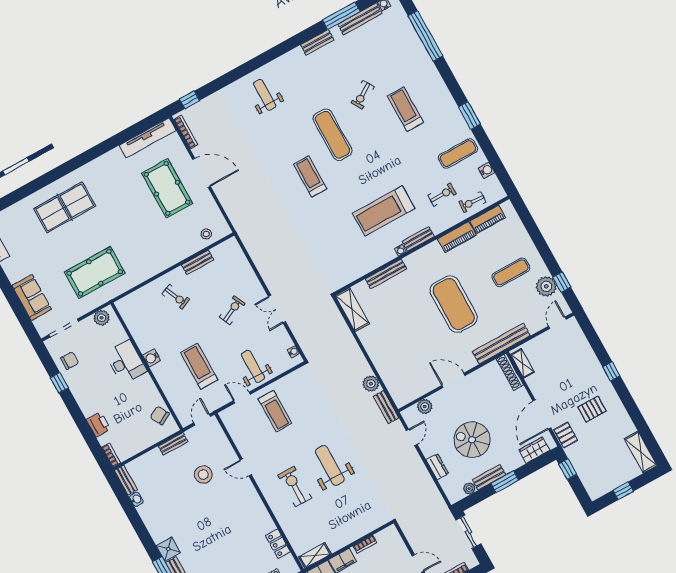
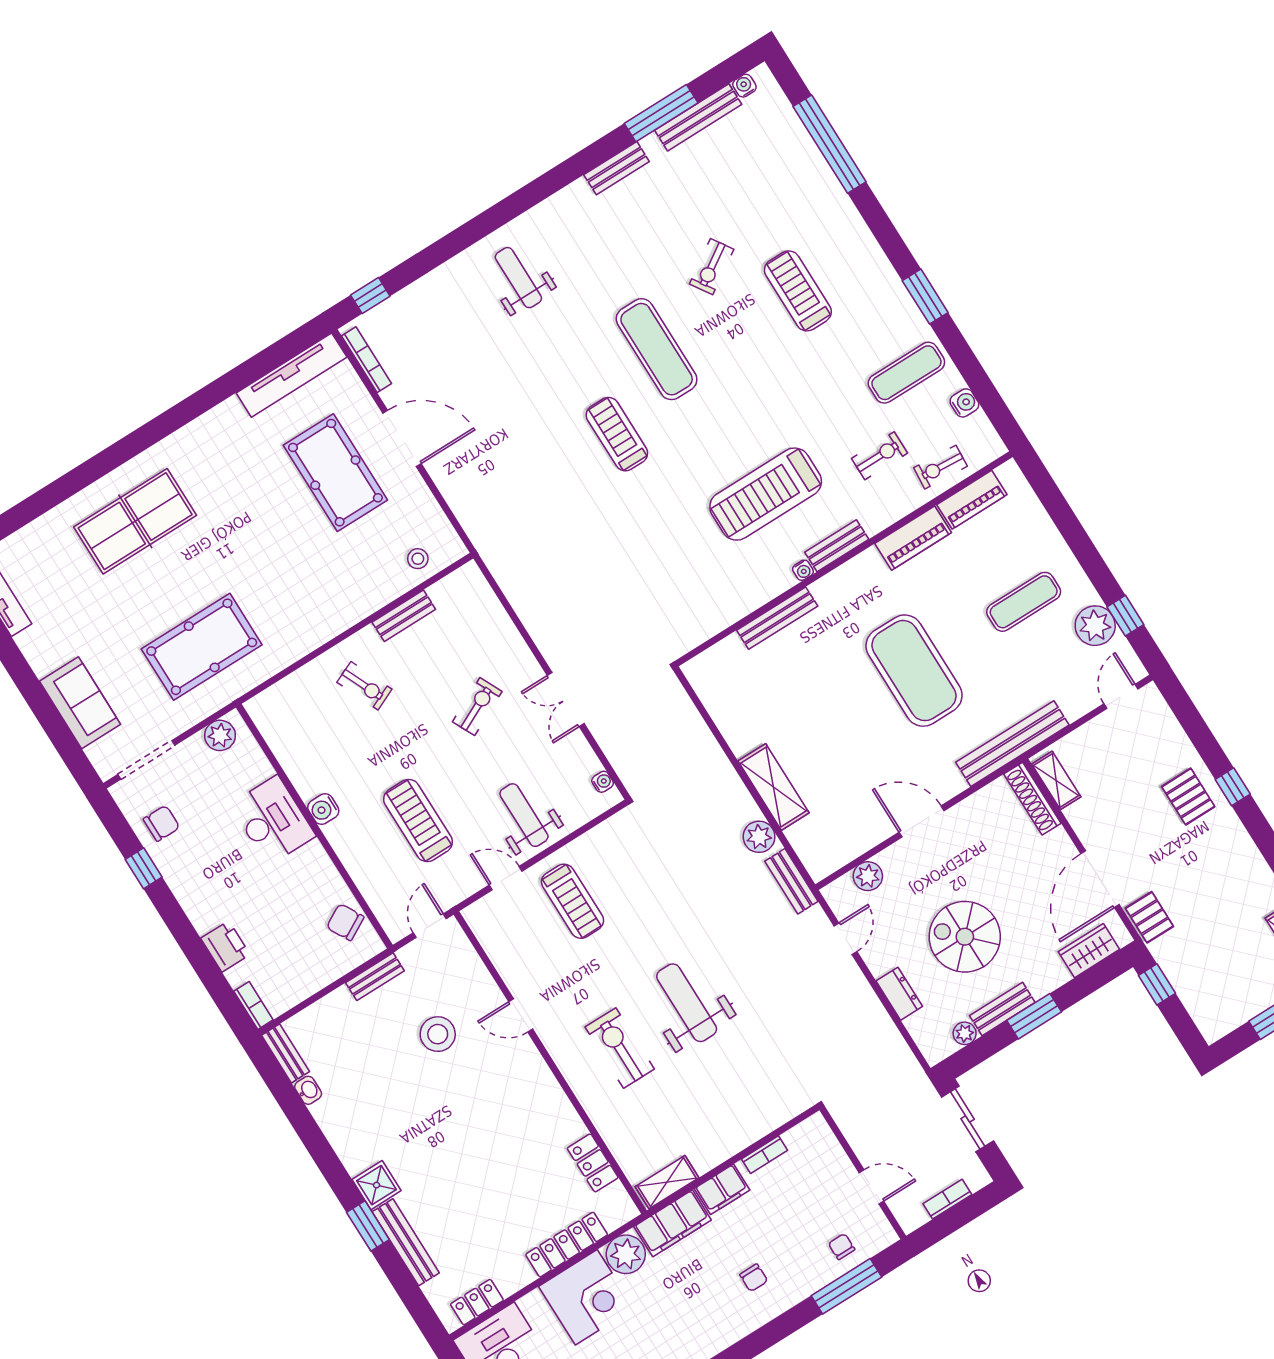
shelving: (352, 310) -> (774, 787), moved
pallet: (592, 409) -> (1188, 797), moved, turned 90

